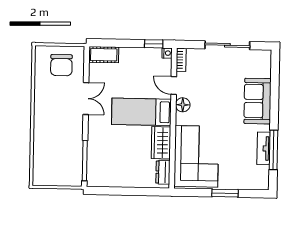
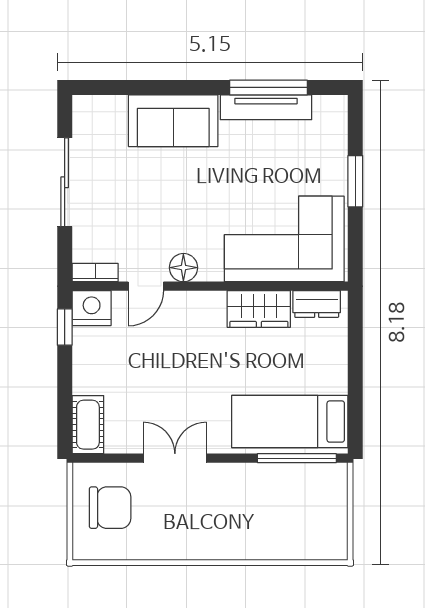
nightstand: (167, 53) -> (92, 308), width x1.89, depth x1.79
bed: (141, 112) -> (290, 422), moved, turned 90
tv unit: (264, 148) -> (266, 107), width x1.41

